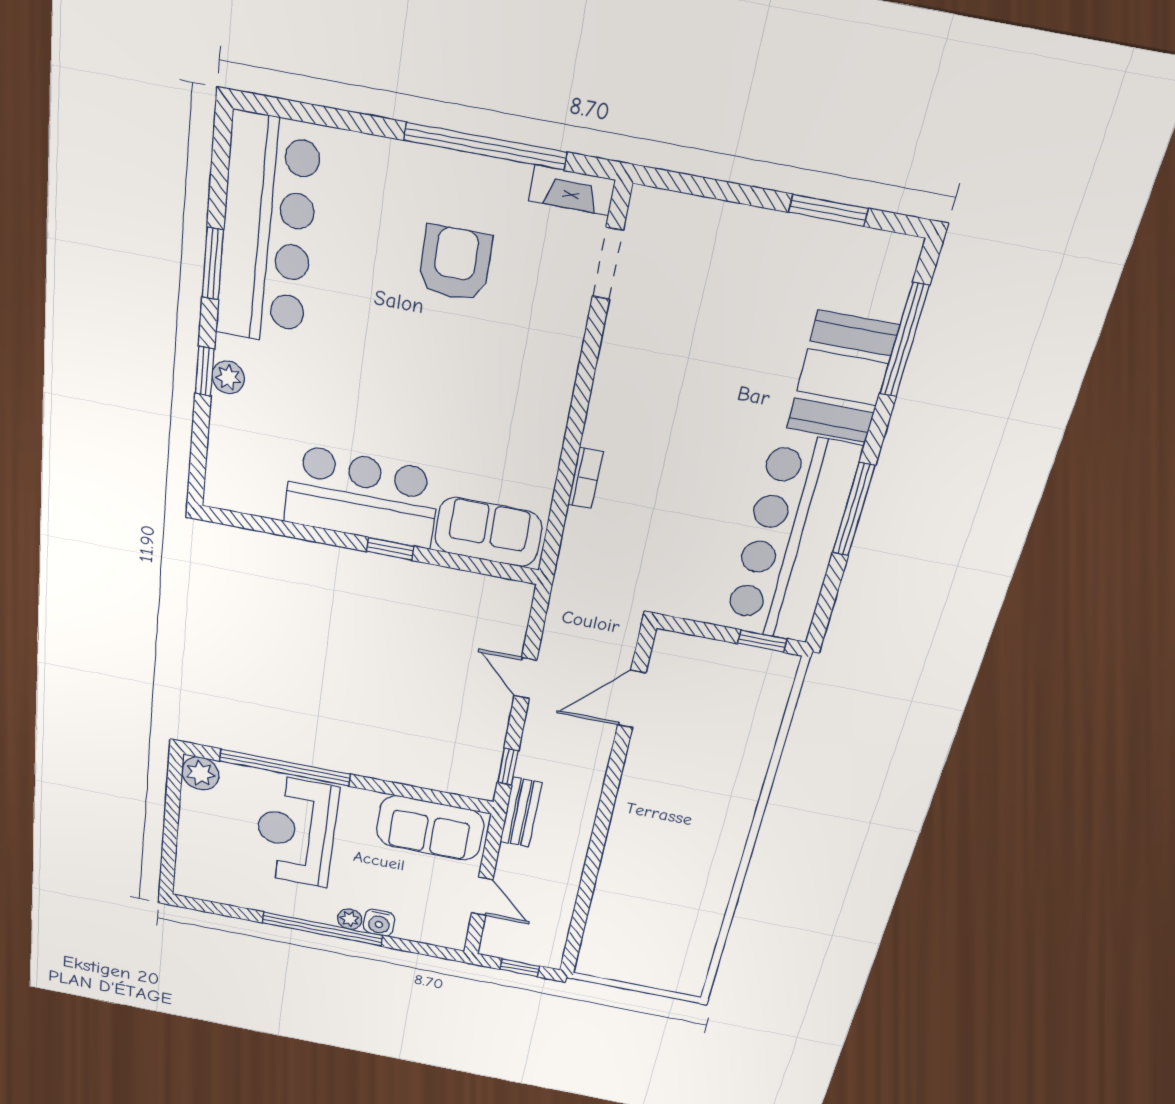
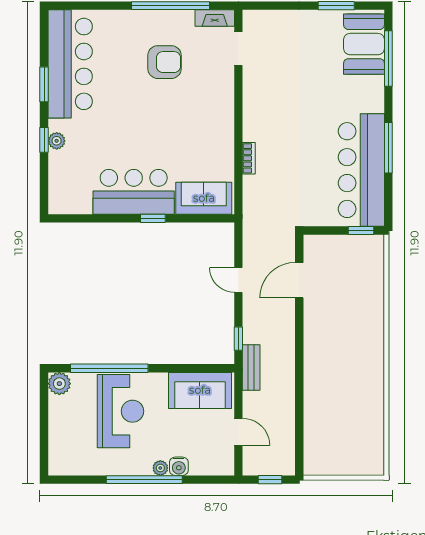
armchair: (455, 263) -> (165, 62), turned 90
booth: (842, 377) -> (364, 44), moved
reception desk: (296, 831) -> (120, 411), turned 180

